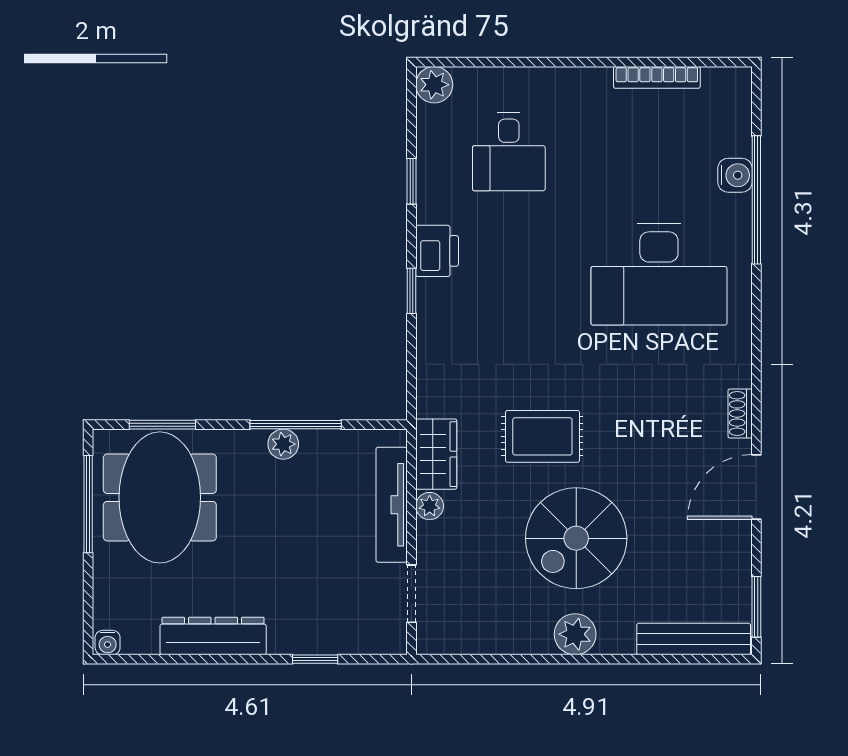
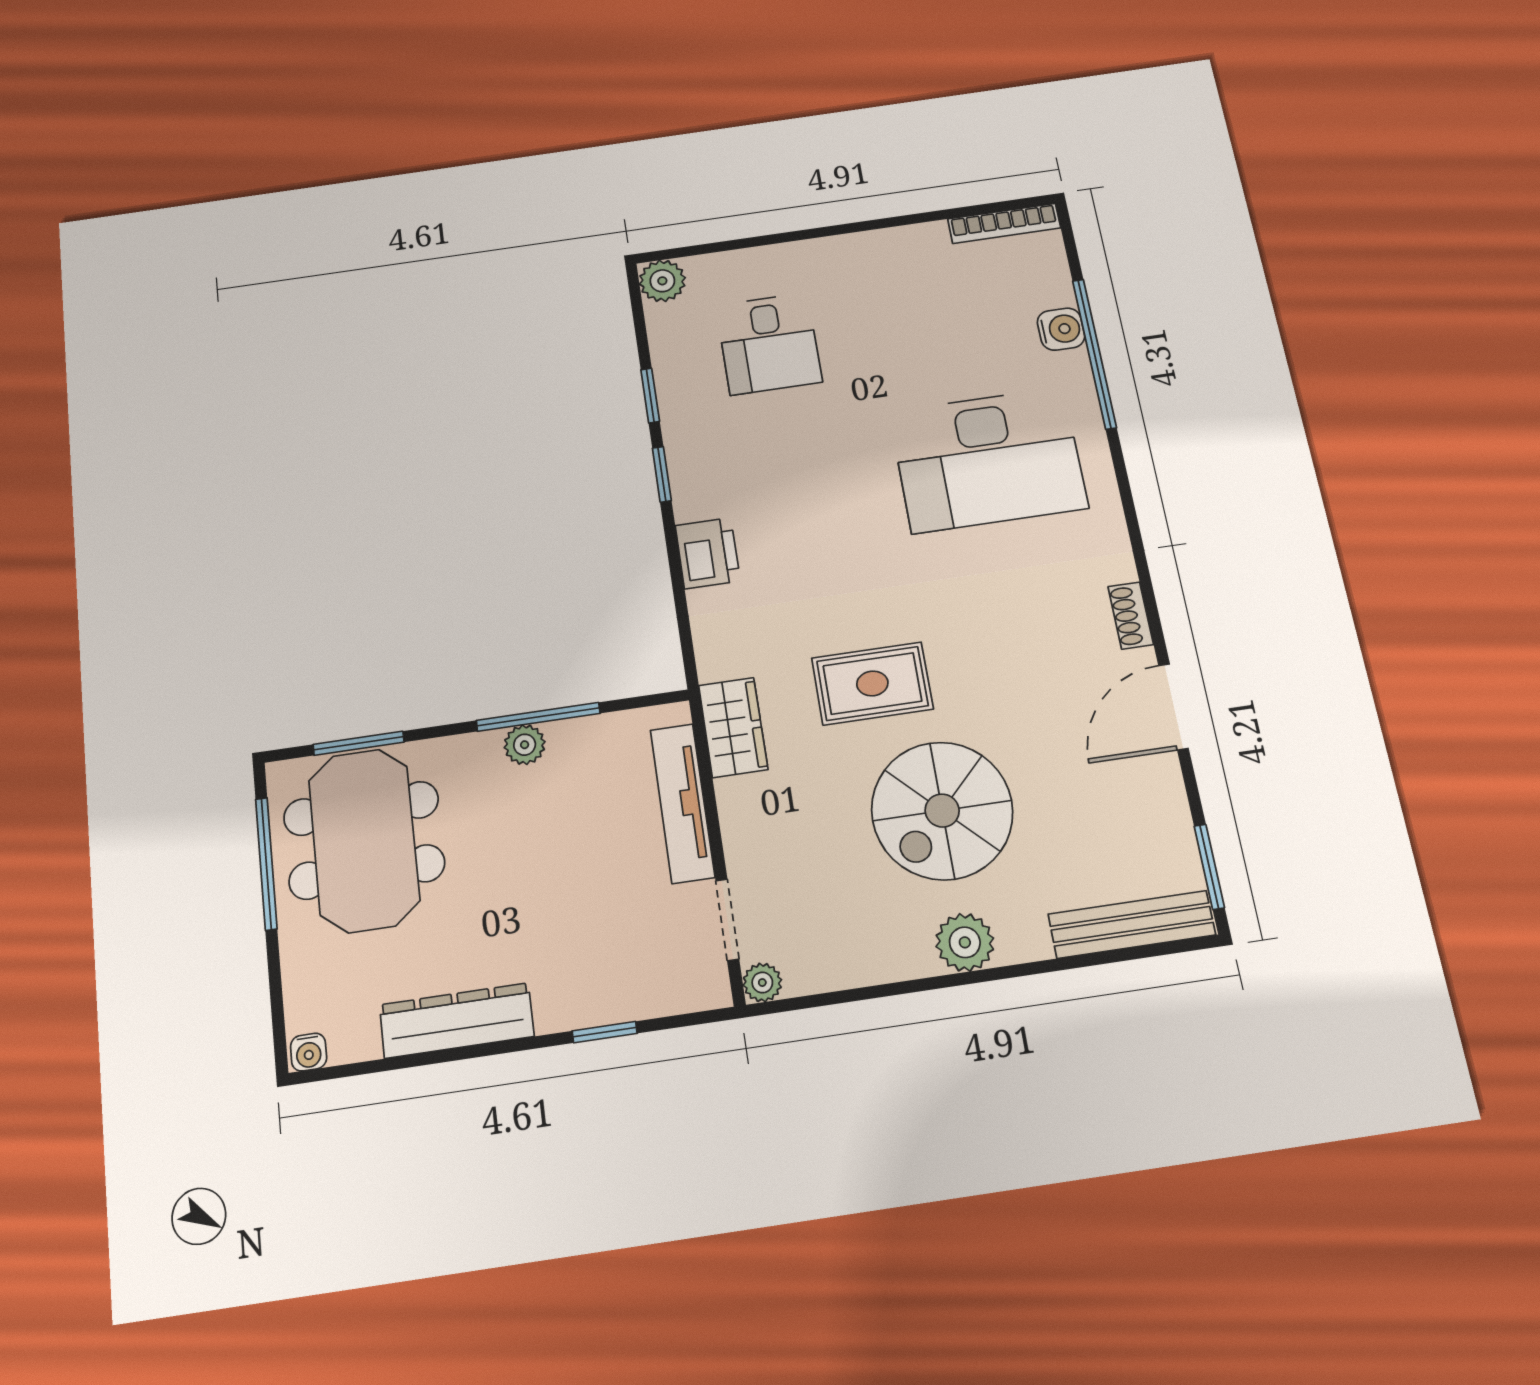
bookcase: (657, 77) -> (1004, 223), moved
printer: (437, 251) -> (708, 553), moved
window: (412, 291) -> (662, 474), moved
plant: (430, 506) -> (762, 983), moved

